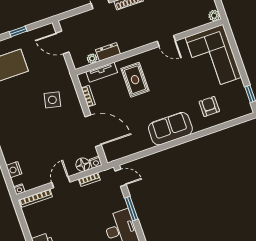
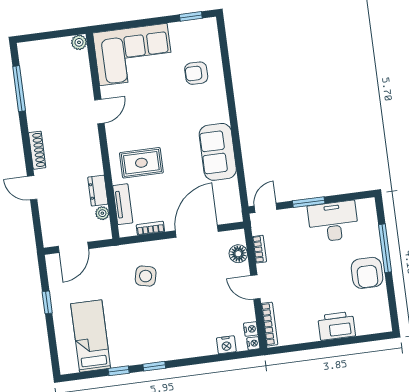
sofa: (170, 129) -> (218, 152), moved
nightstand: (96, 162) -> (251, 329), moved

